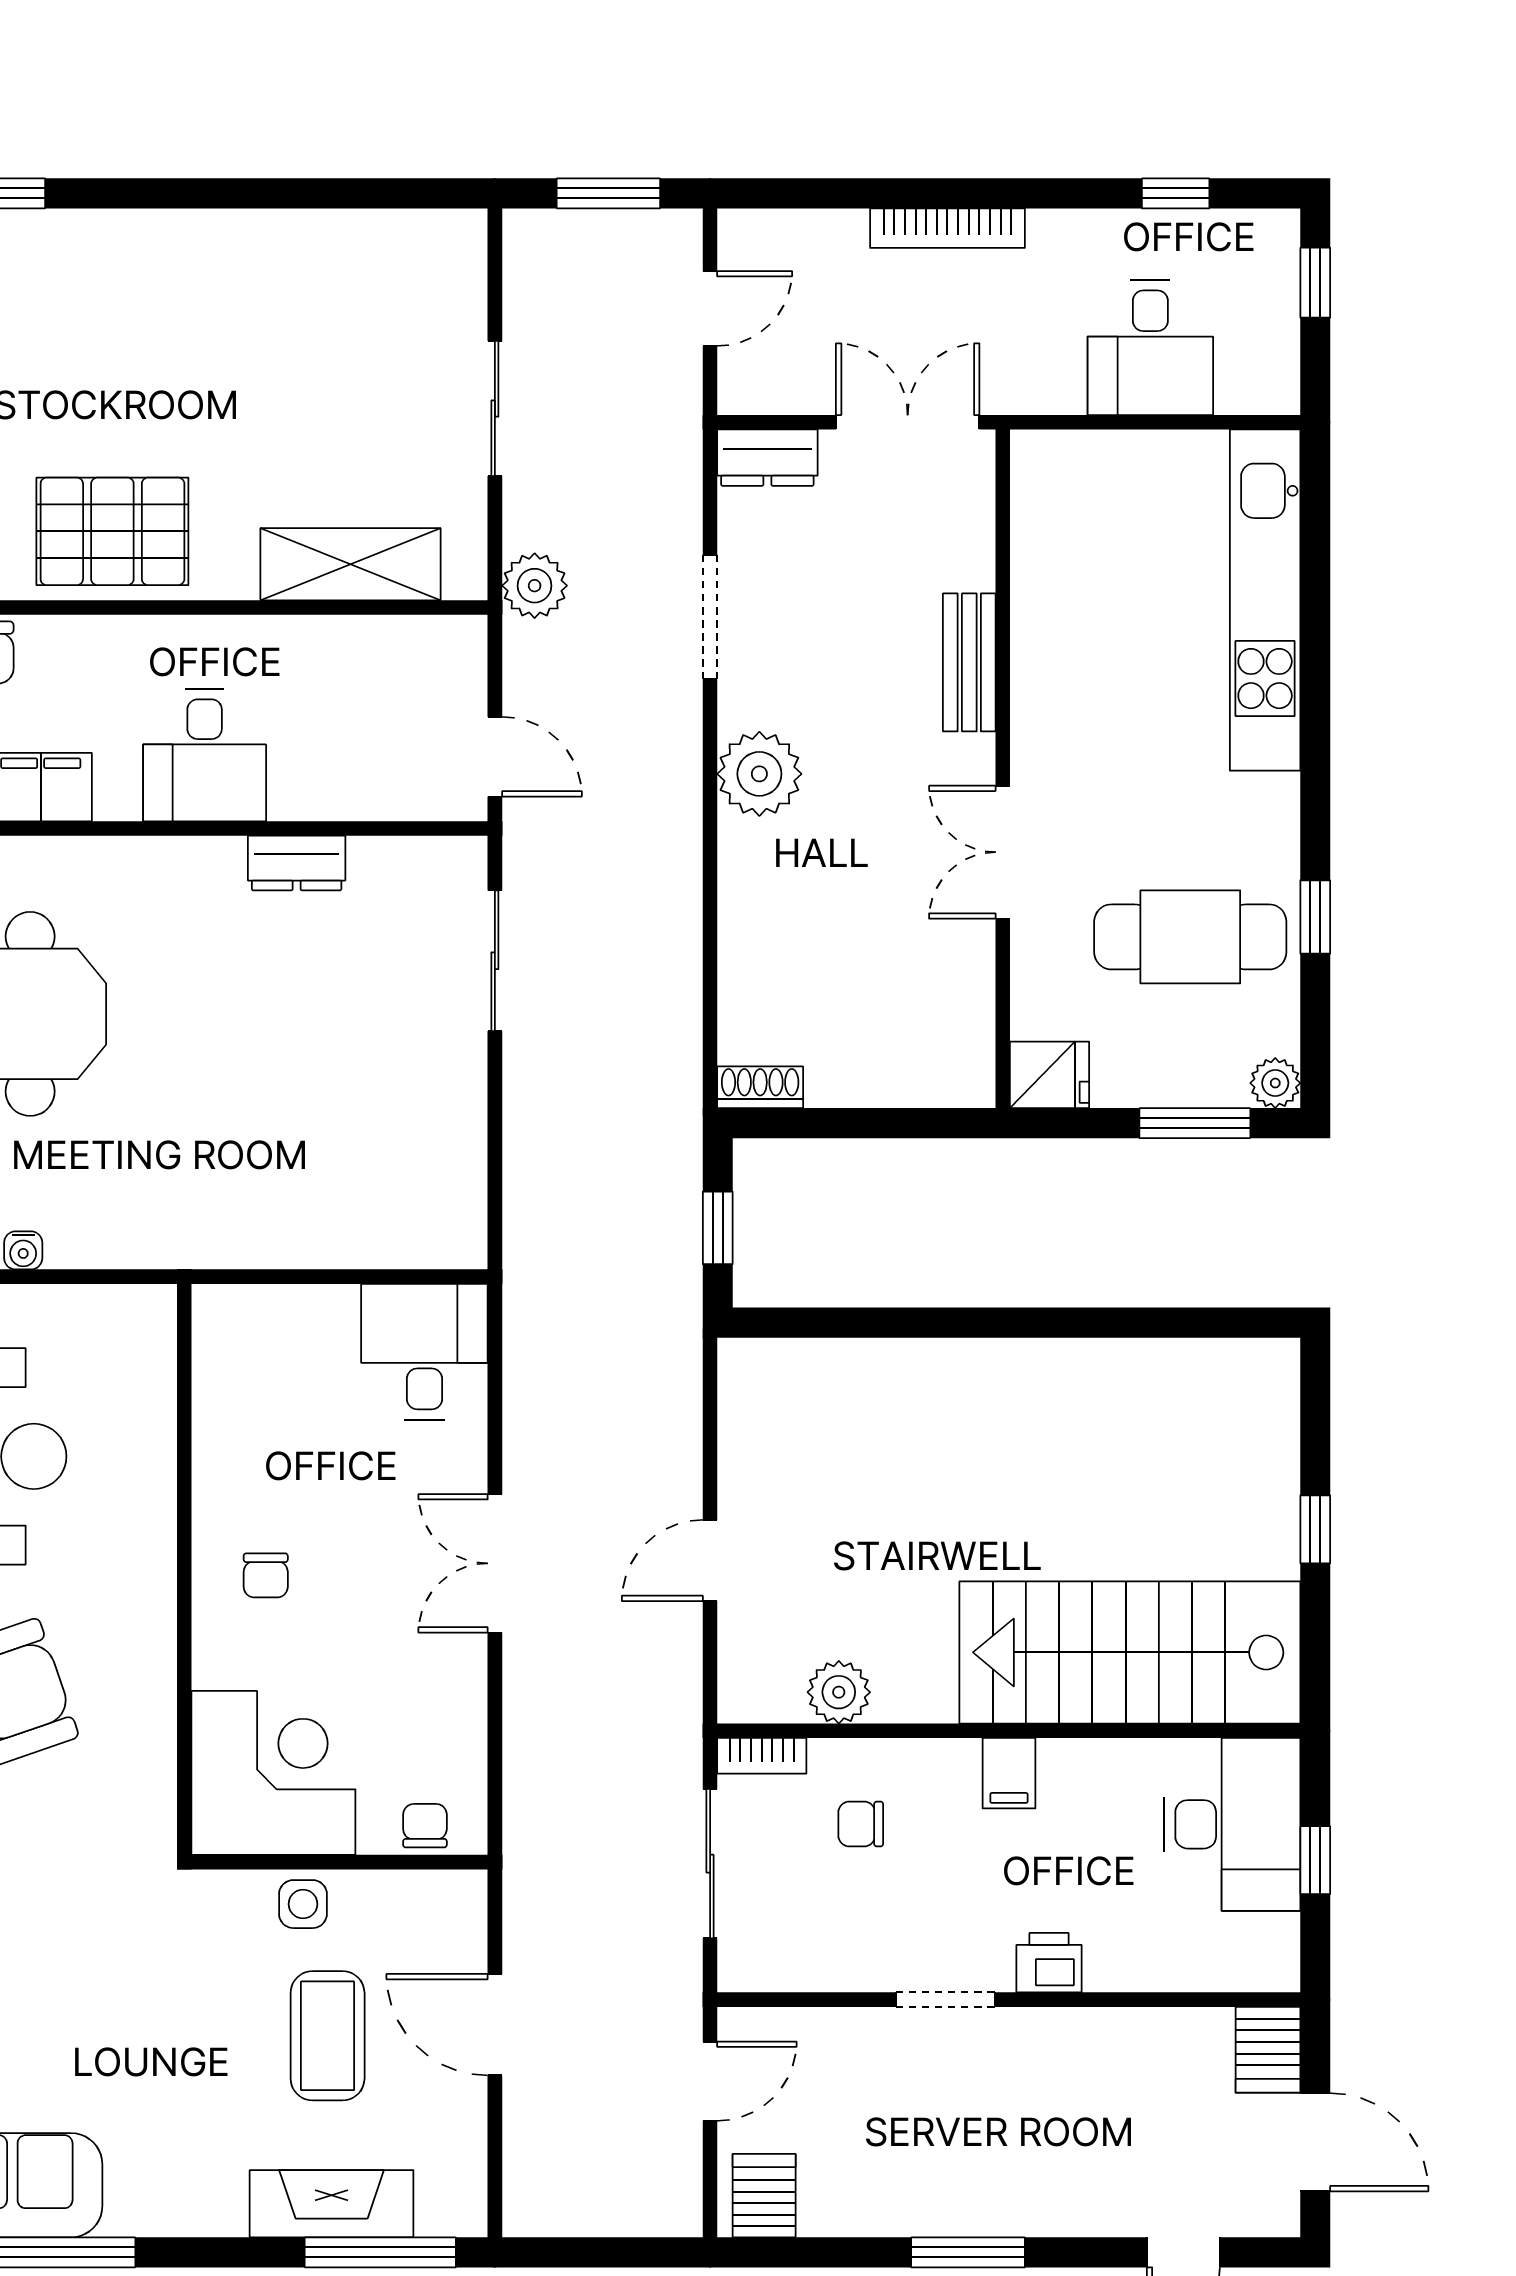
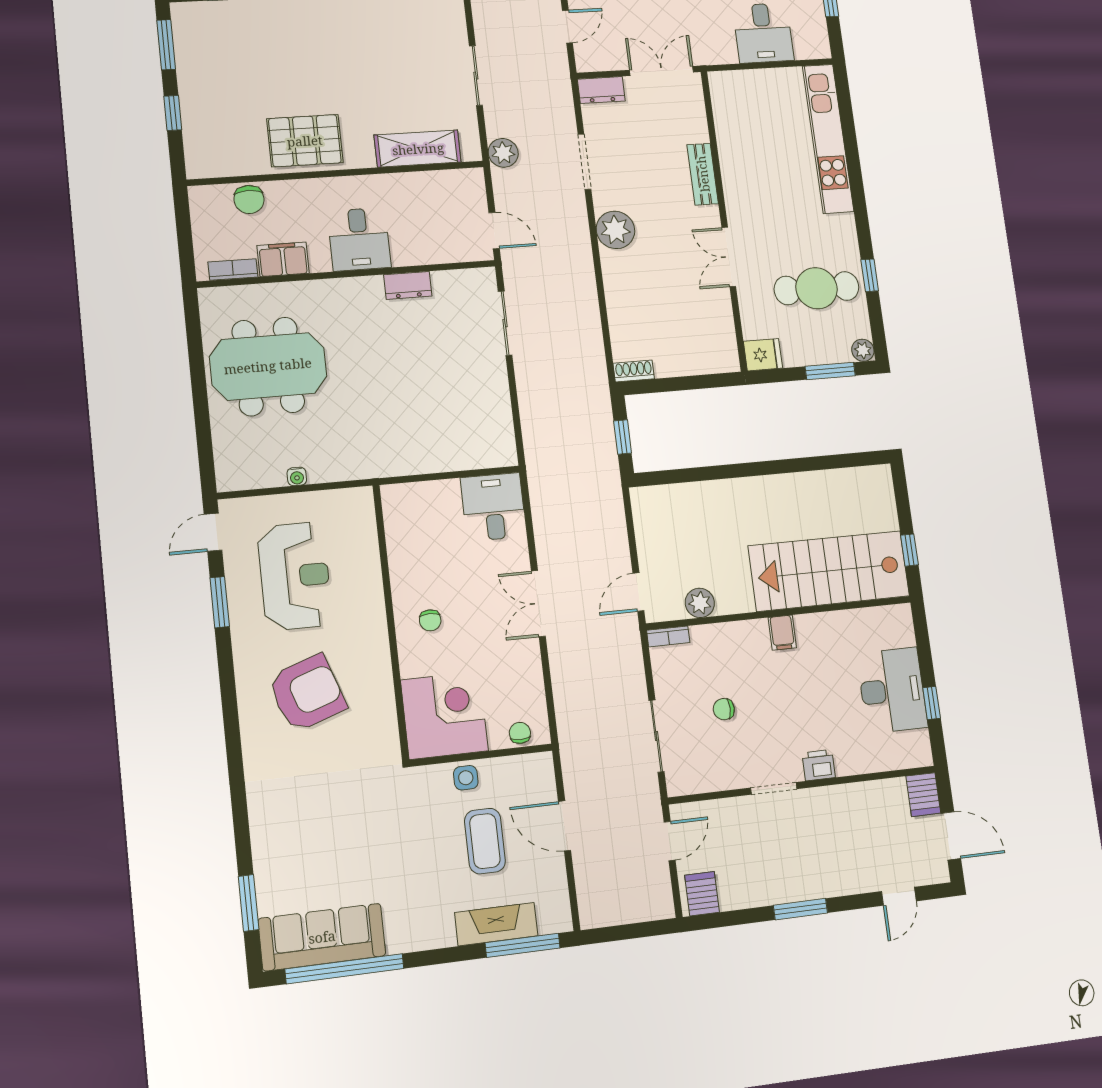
stairs: (1130, 1652) -> (829, 571), moved
plant: (839, 1692) -> (700, 603), moved
wall: (1009, 1731) -> (779, 613), moved
bookcase: (762, 1756) -> (668, 636), moved
filing cabinet: (1009, 1773) -> (782, 633), moved

